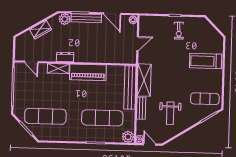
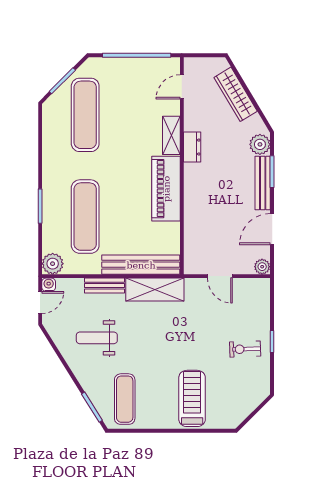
wardrobe: (41, 30) -> (236, 94), width x1.50

